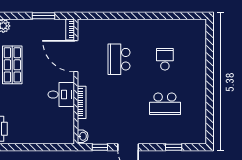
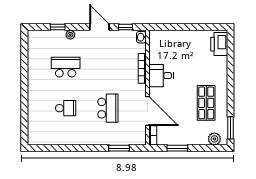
window: (107, 16) -> (119, 148), added
school desk: (165, 59) -> (66, 108), turned -90
plant: (160, 139) -> (70, 35), added

